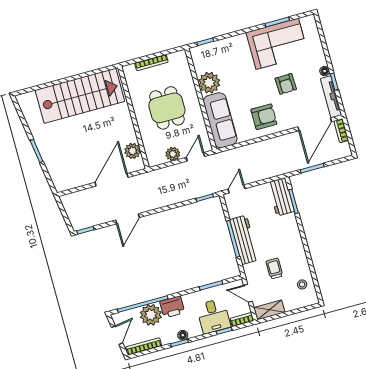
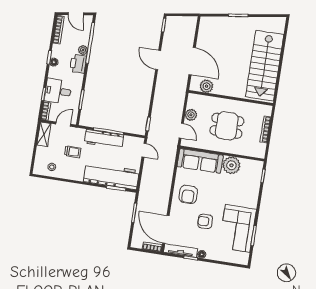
workbench: (281, 197) -> (111, 176), width x1.88, depth x1.32
plant: (151, 315) -> (83, 50), width x0.53, depth x0.53

